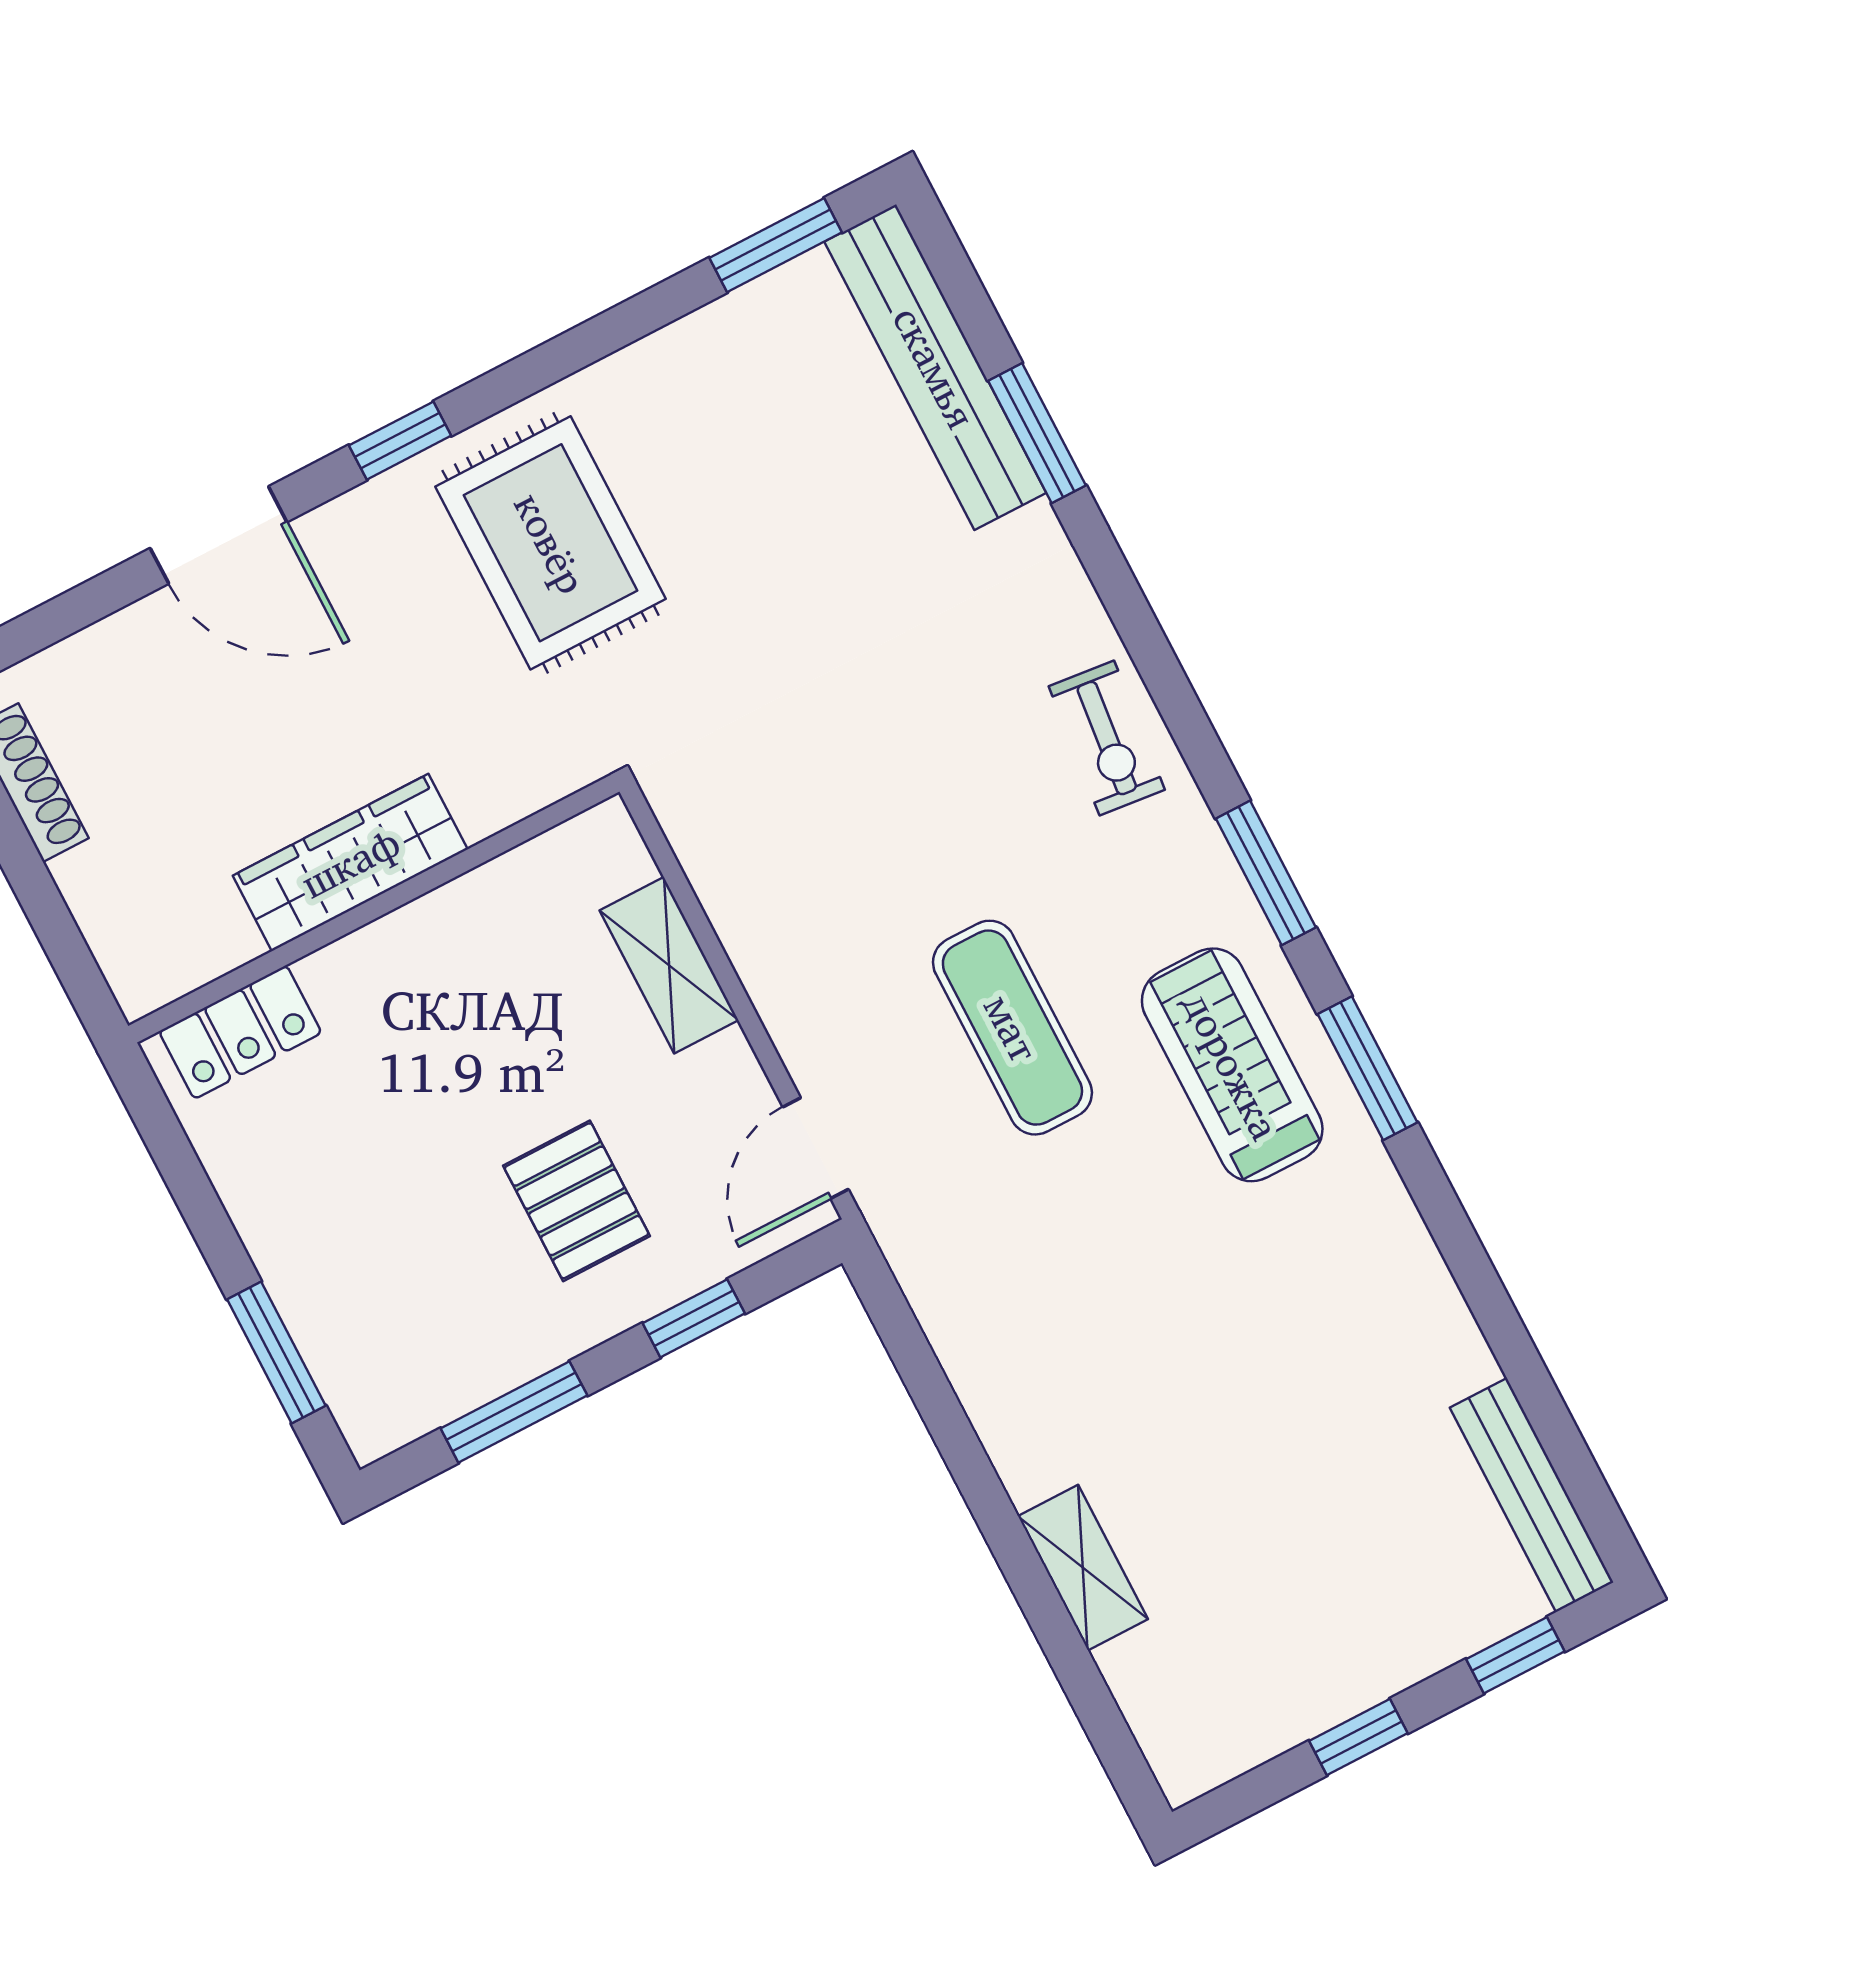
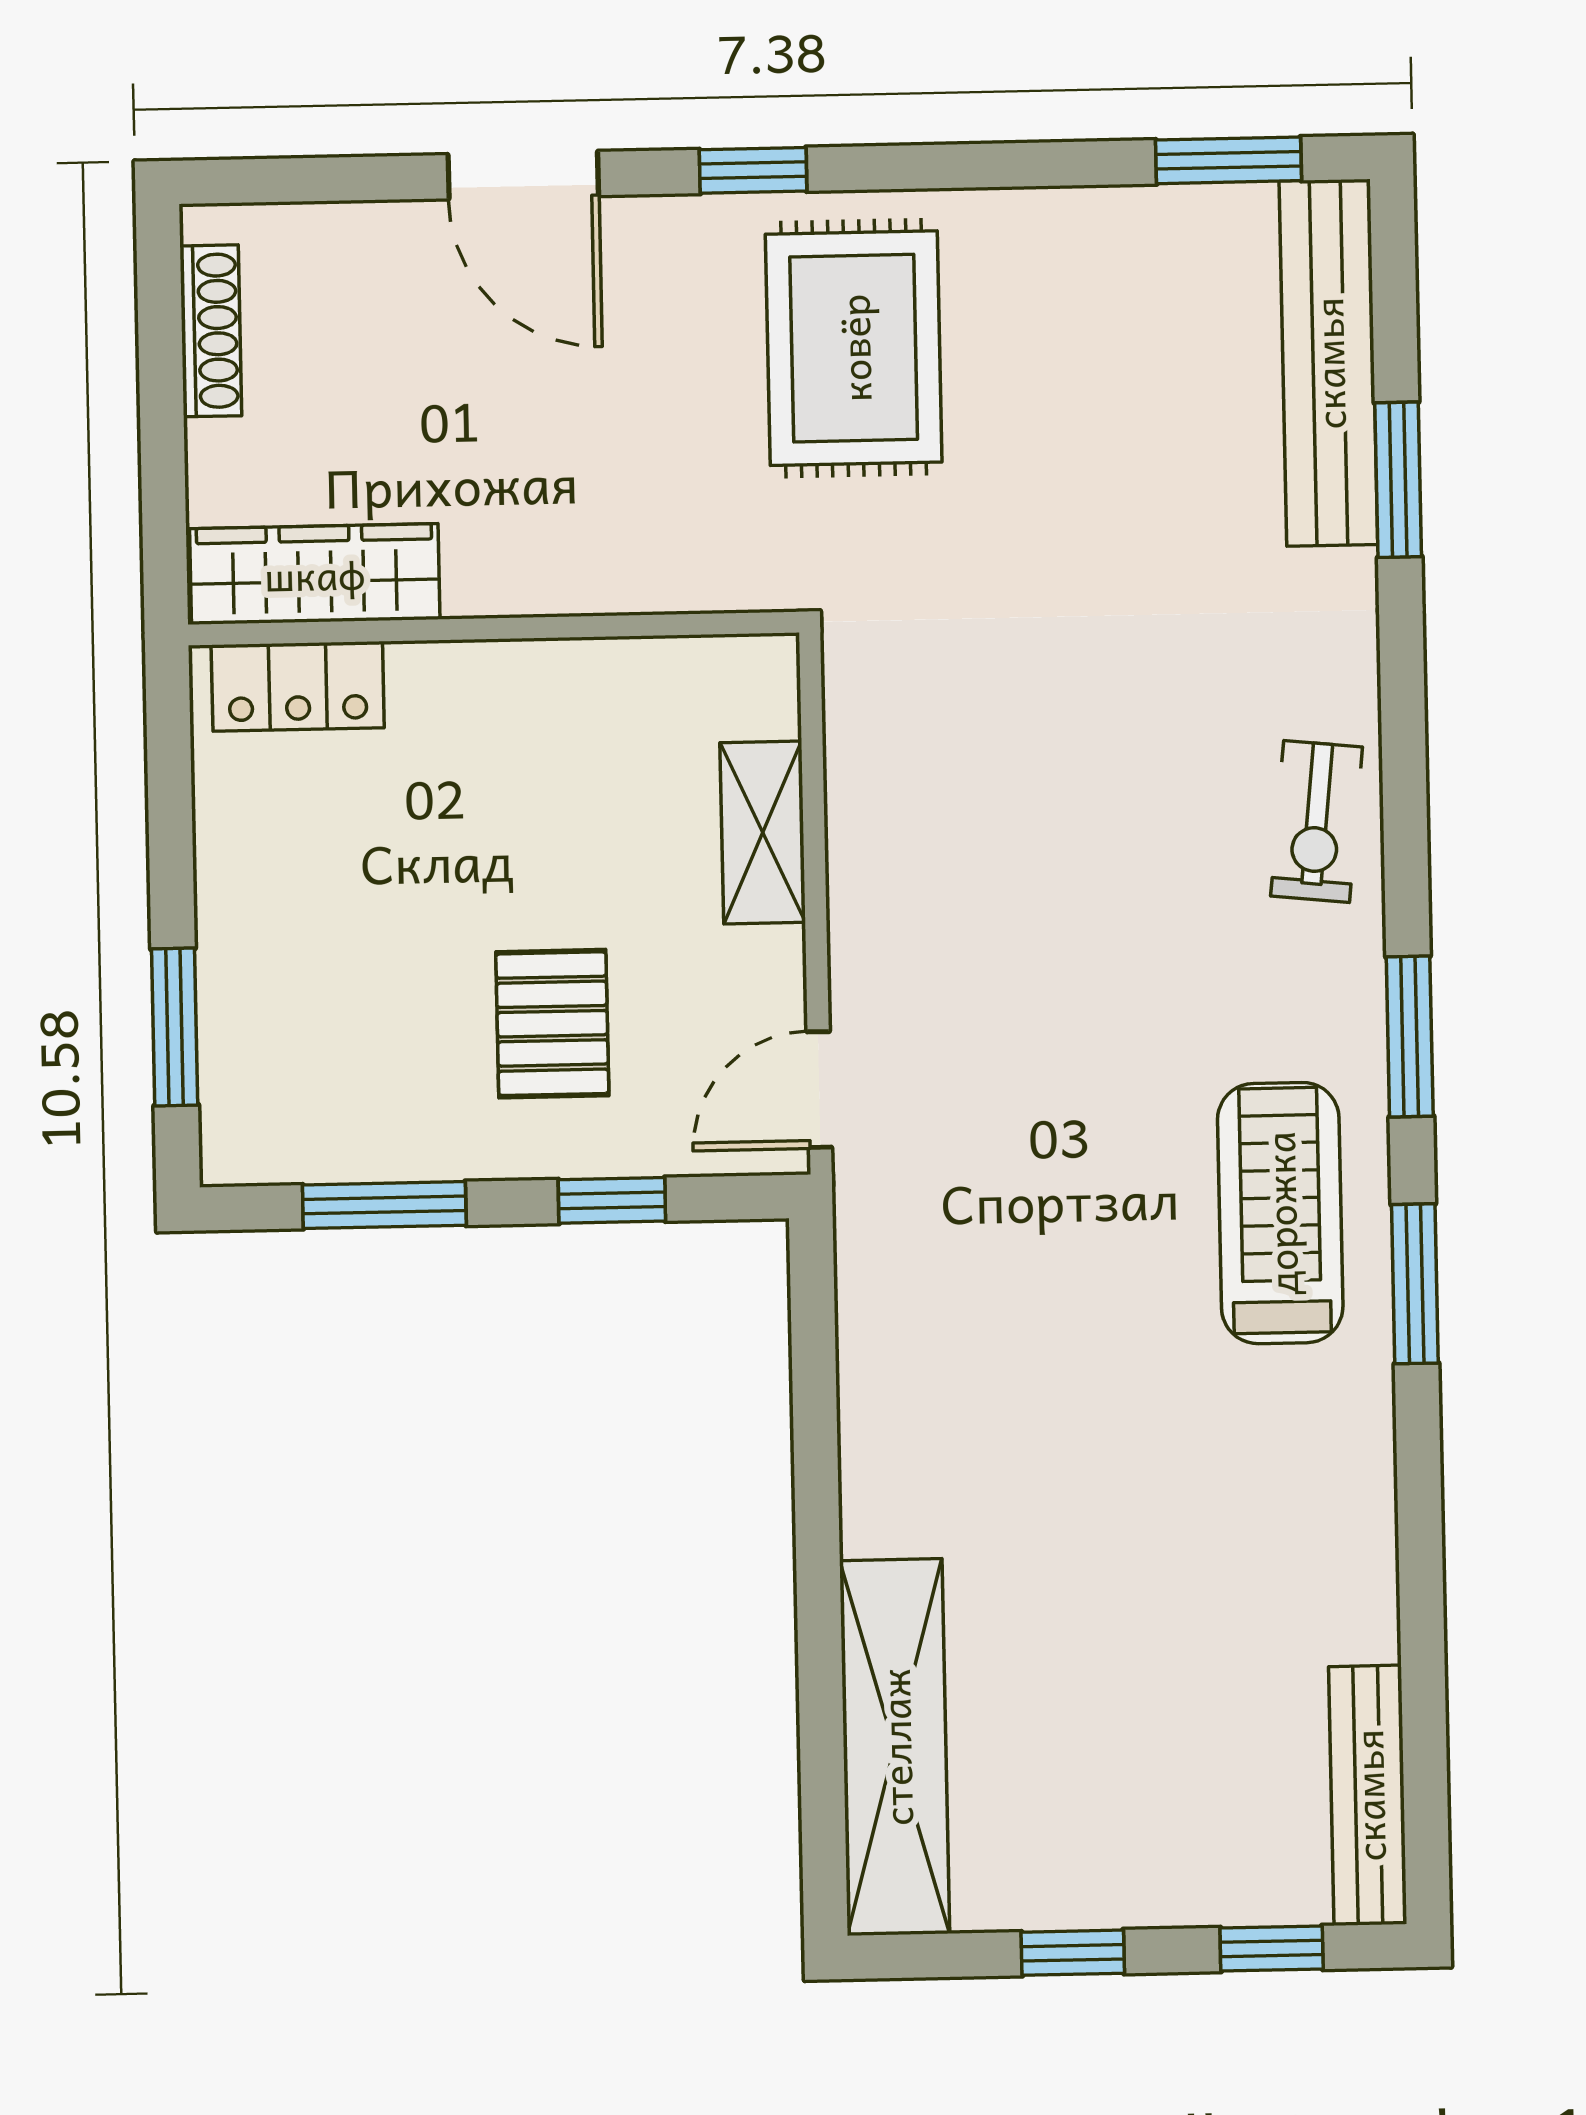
wardrobe: (350, 862) -> (315, 574), moved
exercise mat: (1012, 1028) -> (1078, 1066), removed
shelving: (1083, 1568) -> (895, 1747), width x2.20, depth x1.33

